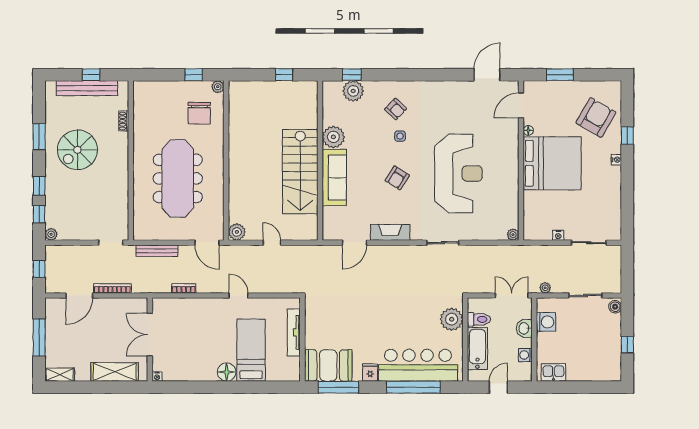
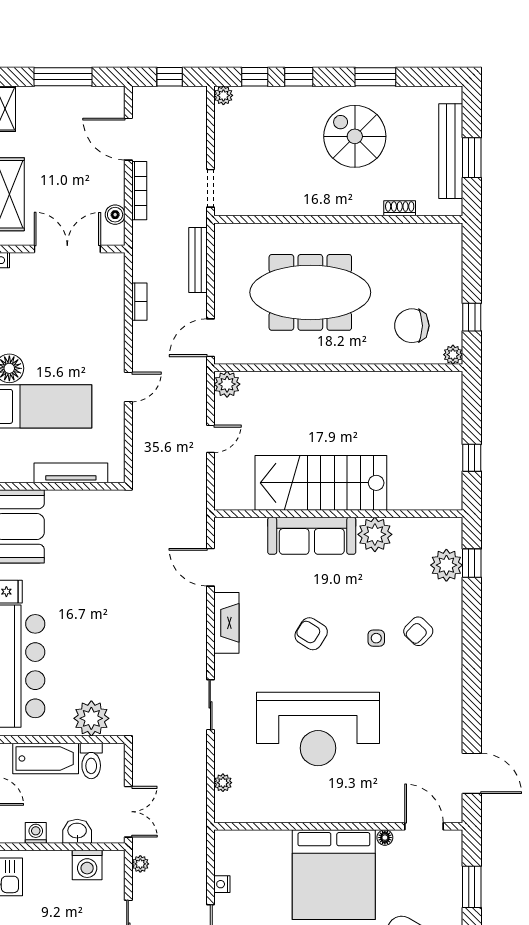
window: (91, 75) -> (472, 158), width x1.50
plant: (513, 235) -> (223, 783), moved
boiler: (128, 304) -> (115, 215), added

